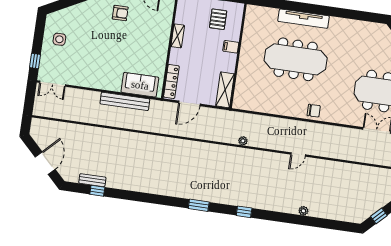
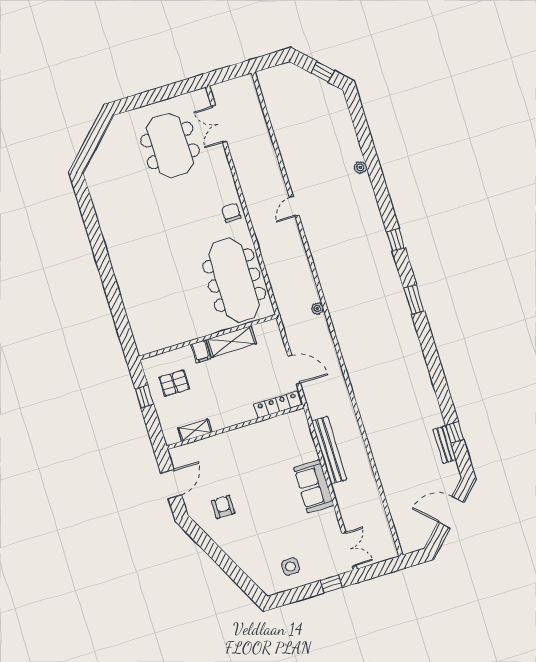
tv unit: (304, 19) -> (124, 278), removed
shelving: (178, 36) -> (195, 430), moved
meeting table: (296, 59) -> (234, 280), moved
sofa: (140, 85) -> (314, 486), moved
shelving: (225, 90) -> (231, 342), moved
plant: (243, 141) -> (317, 309), moved
door: (298, 155) -> (294, 207), swing flipped

